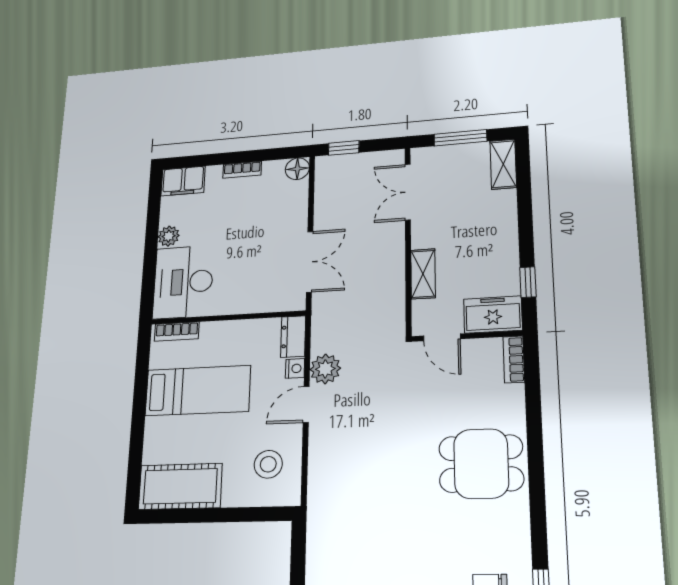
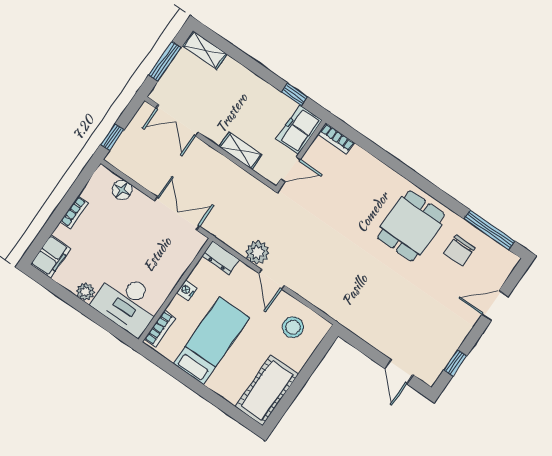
floor lamp: (297, 169) -> (122, 190), moved
nightstand: (295, 368) -> (187, 290), moved, turned -90
dining table: (481, 464) -> (411, 226), moved

